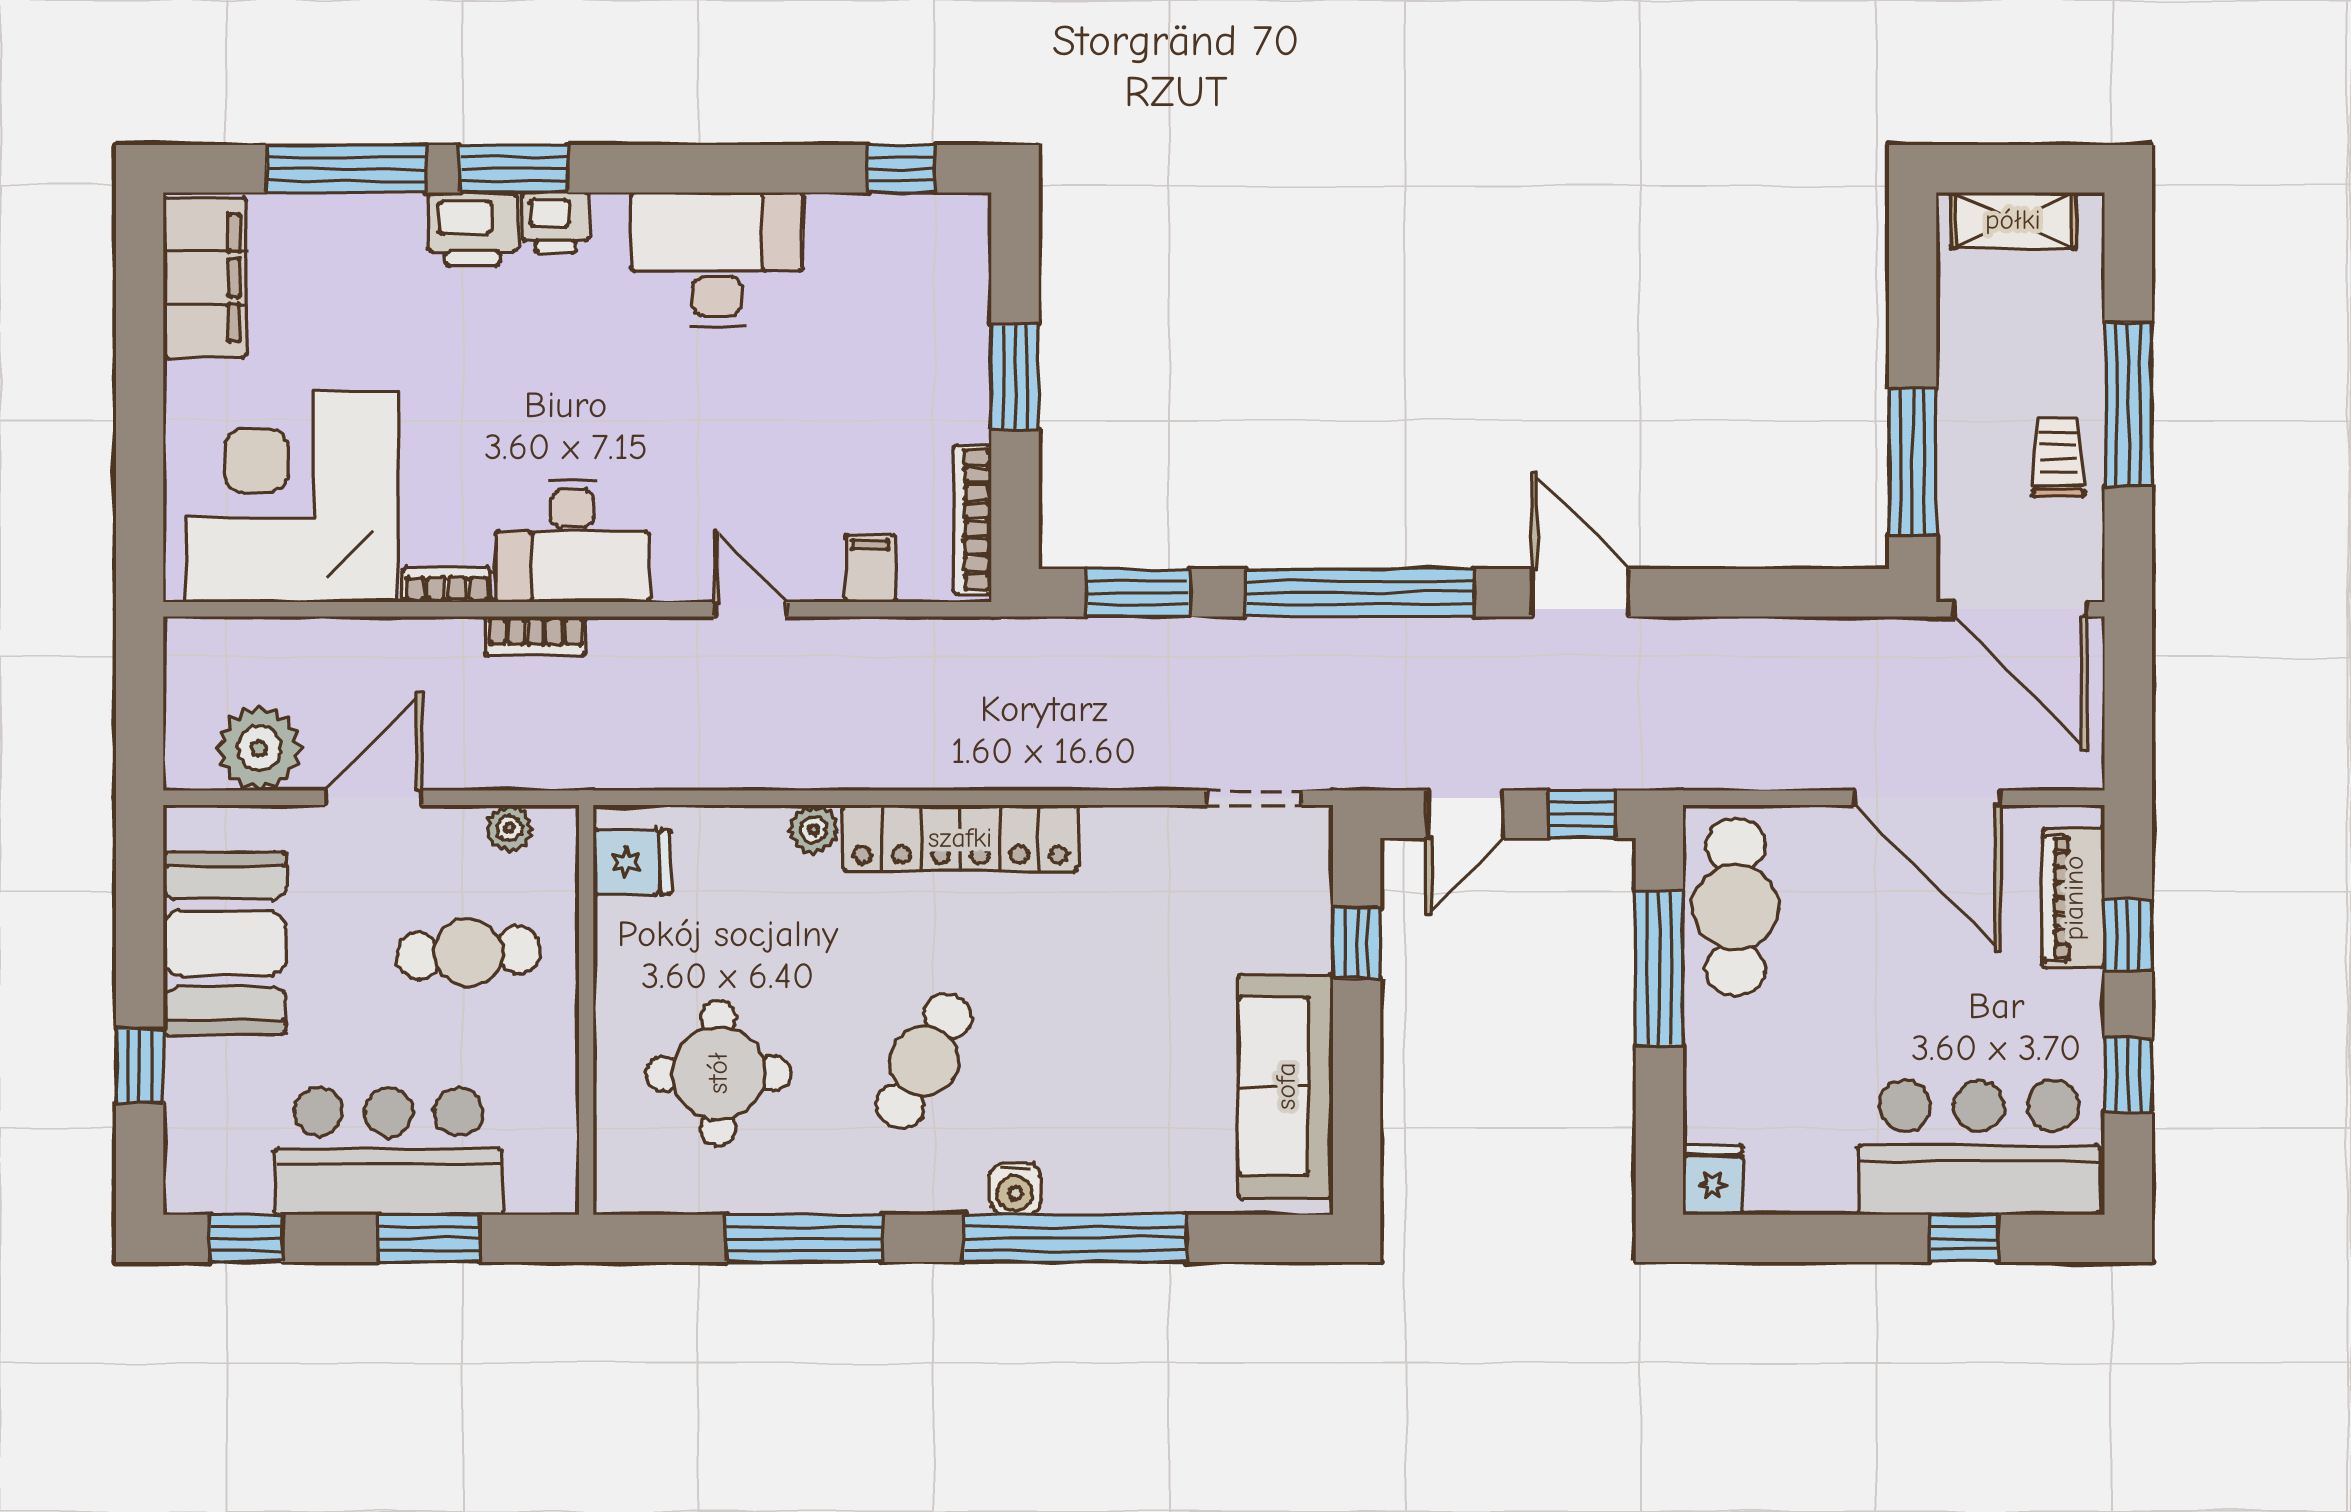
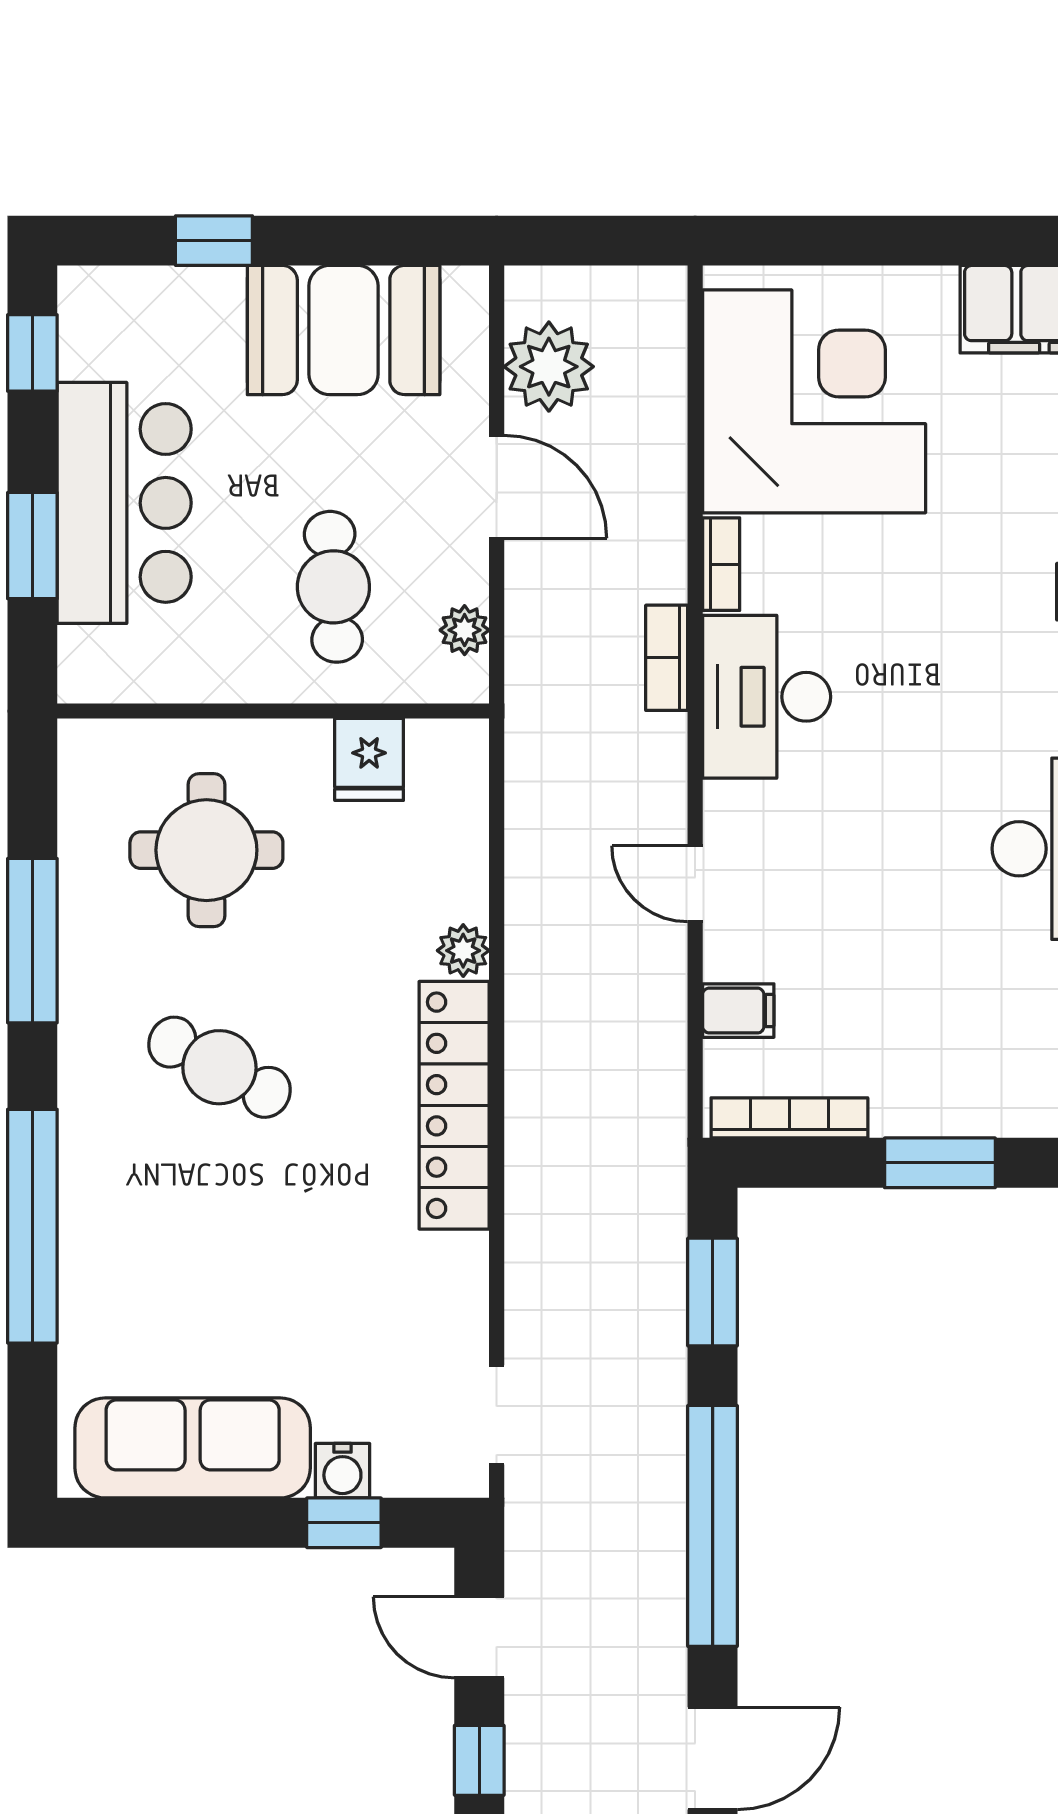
door: (750, 609) -> (695, 884), swing flipped
fridge: (632, 862) -> (369, 759), moved
water cooler: (1015, 1189) -> (342, 1471), moved, turned -90

